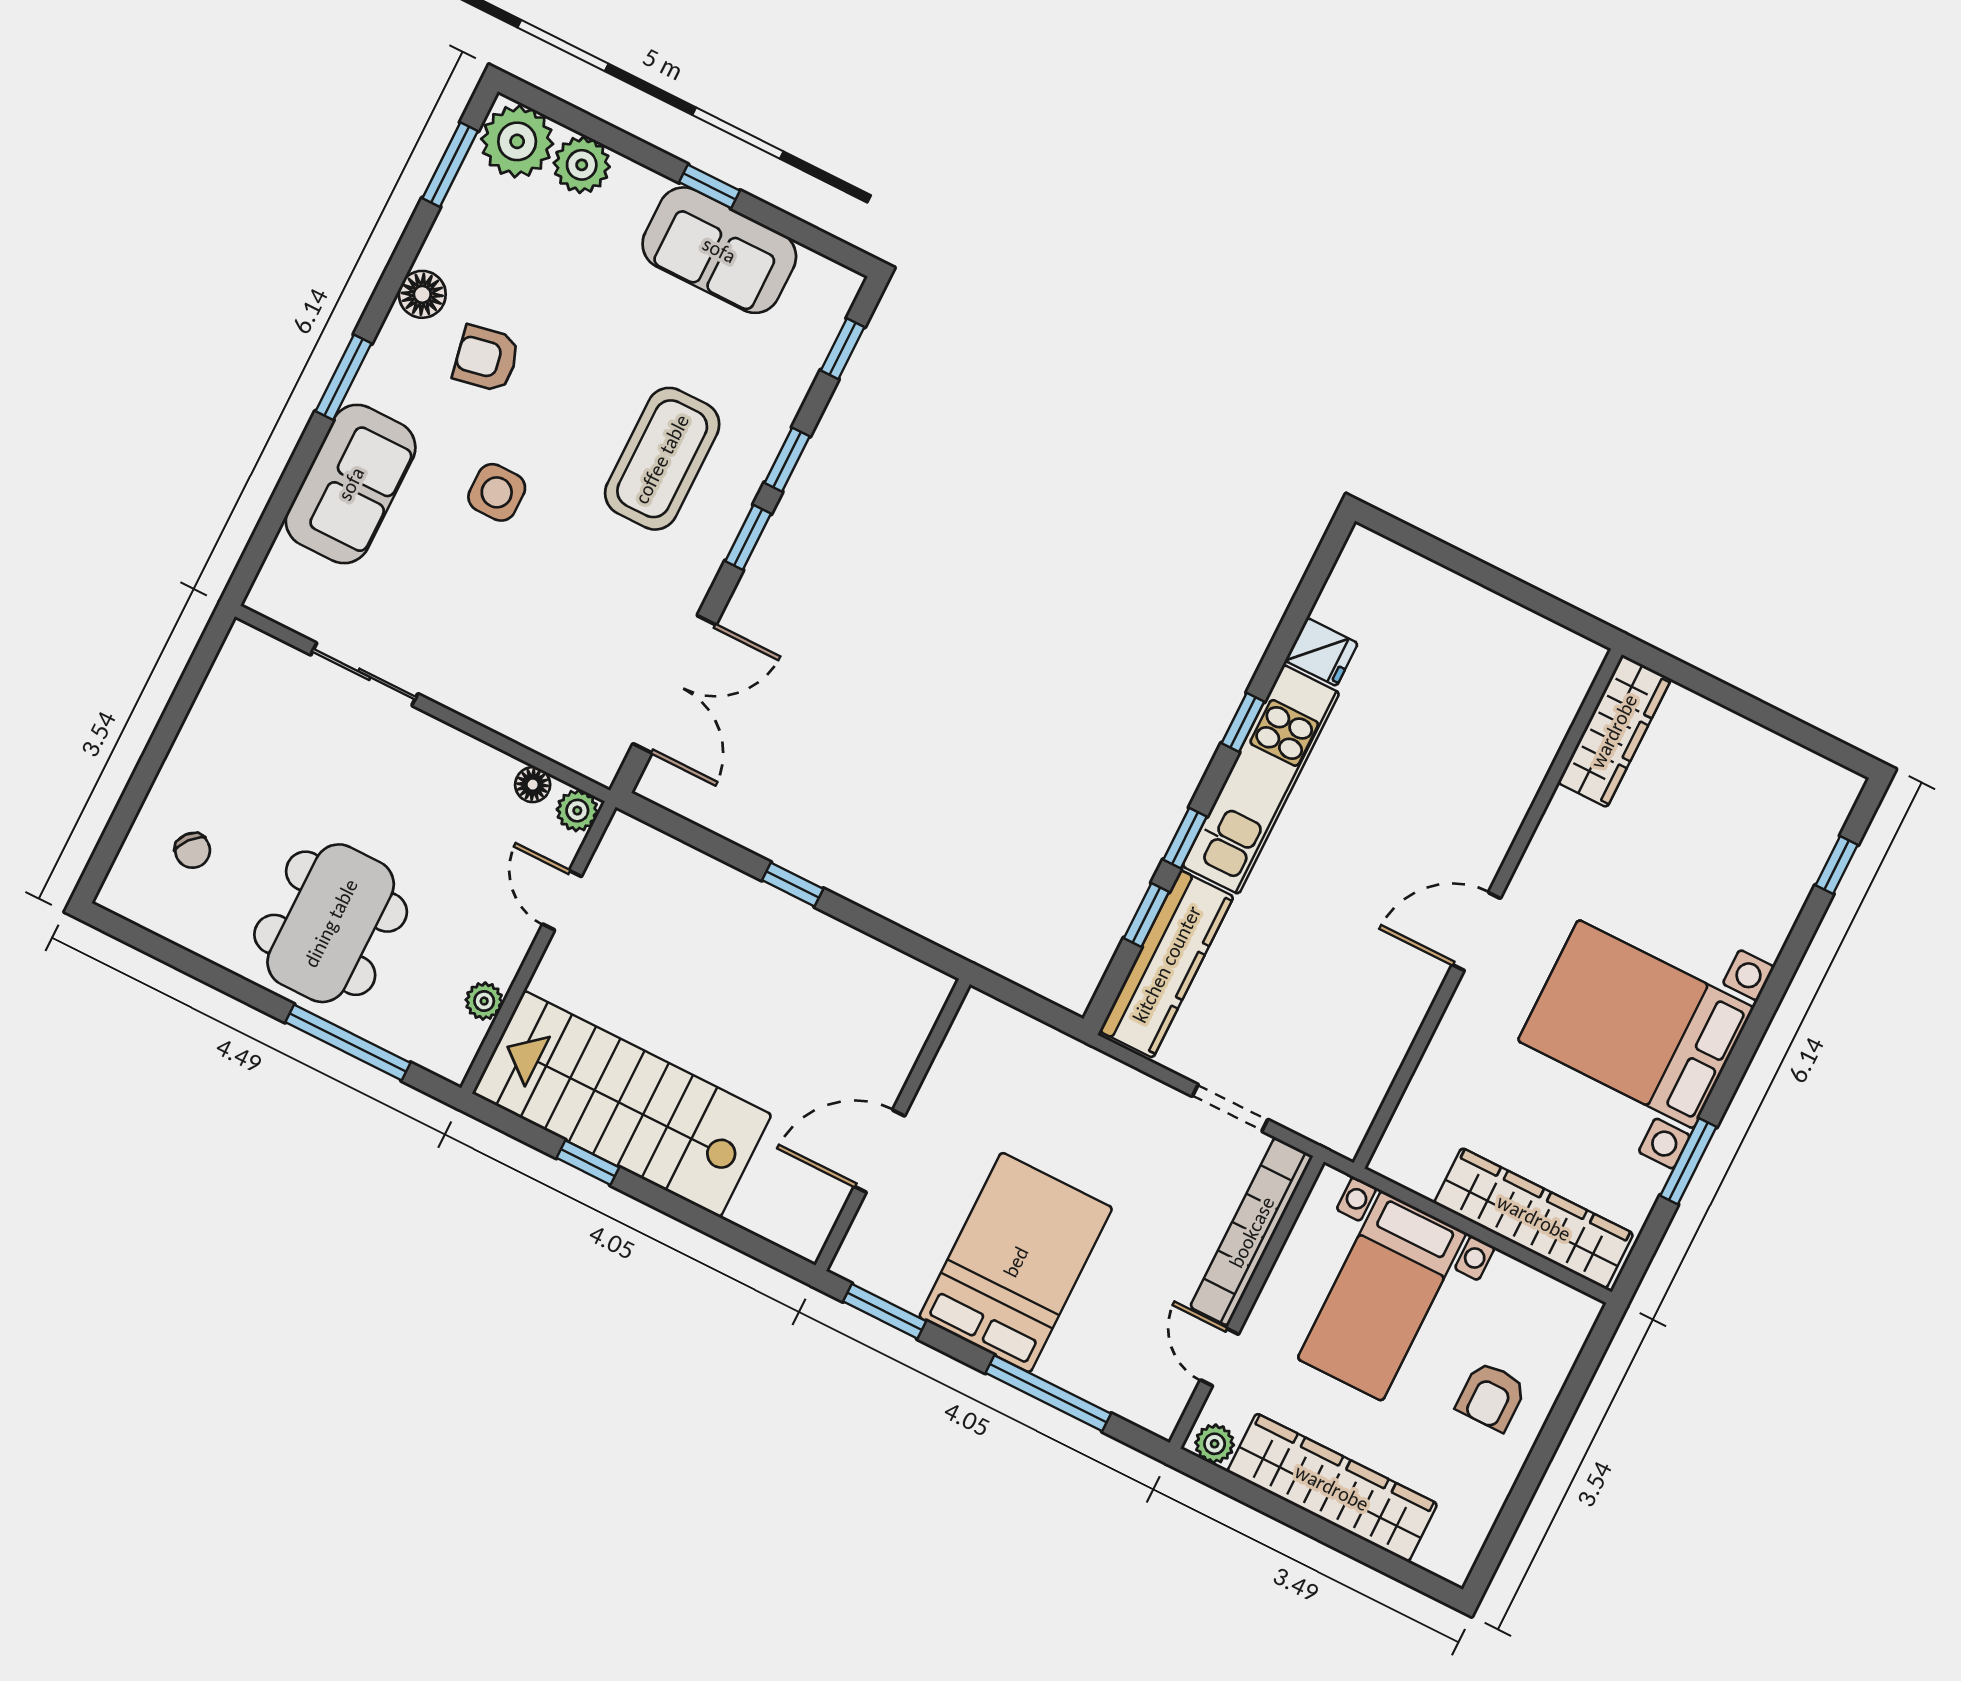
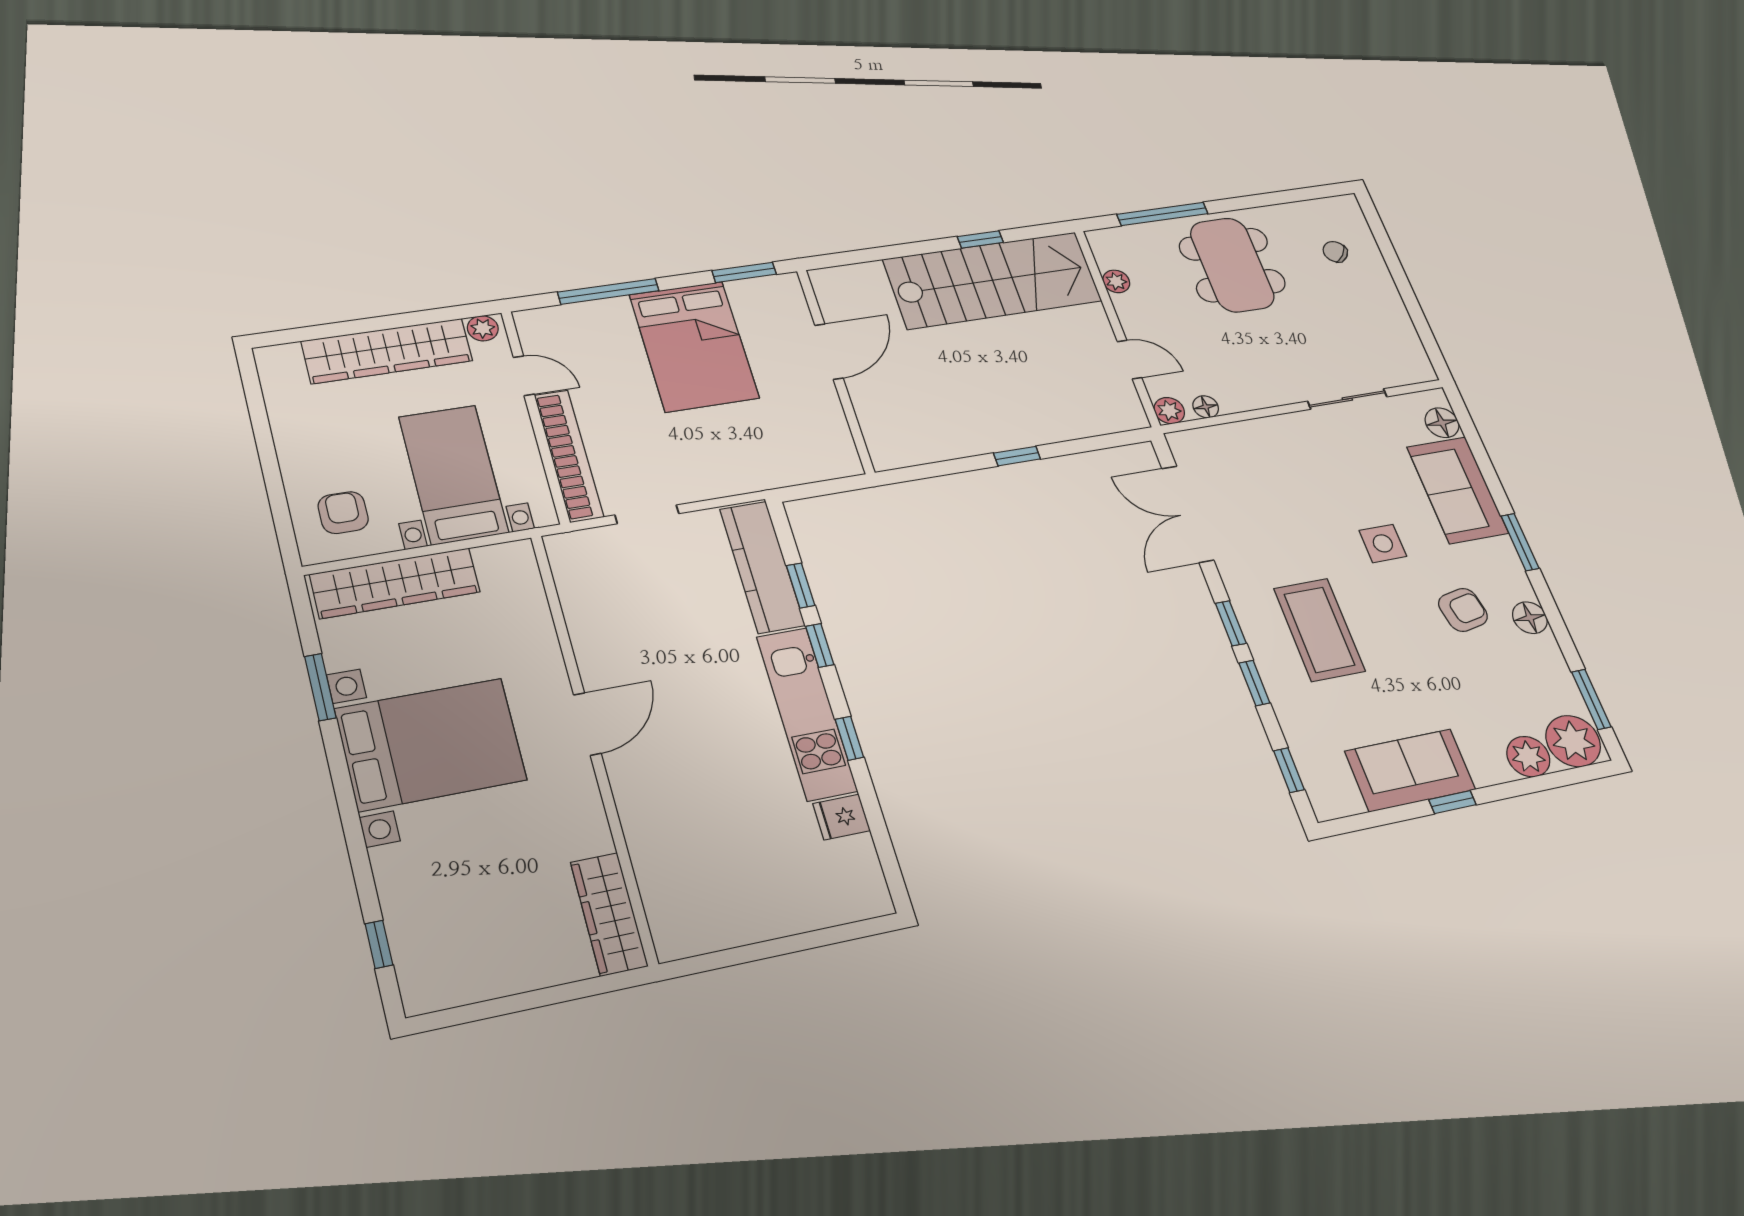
floor lamp: (286, 568) -> (1442, 423), added
armchair: (1491, 1396) -> (343, 513), moved

